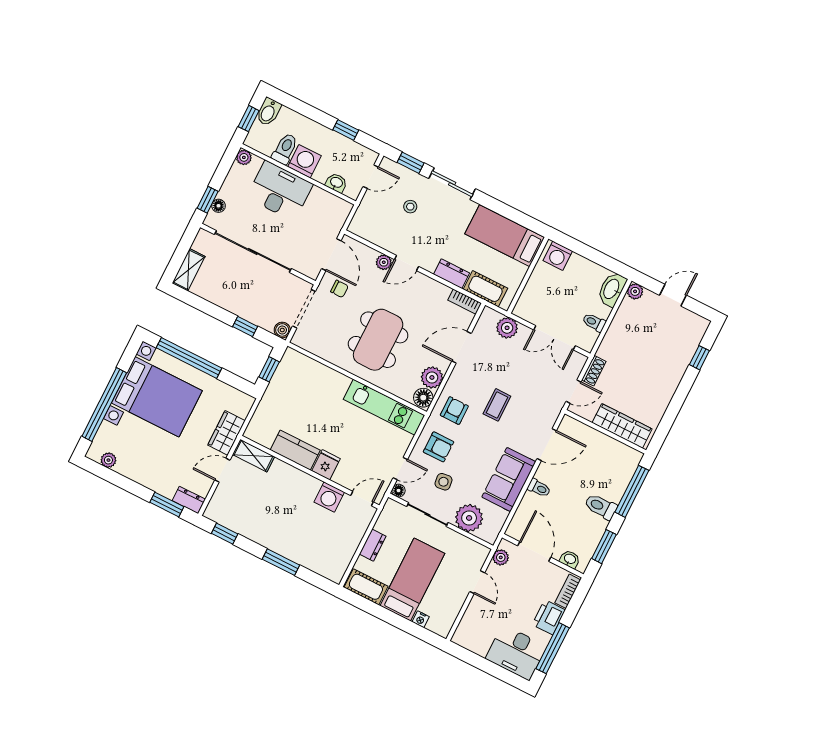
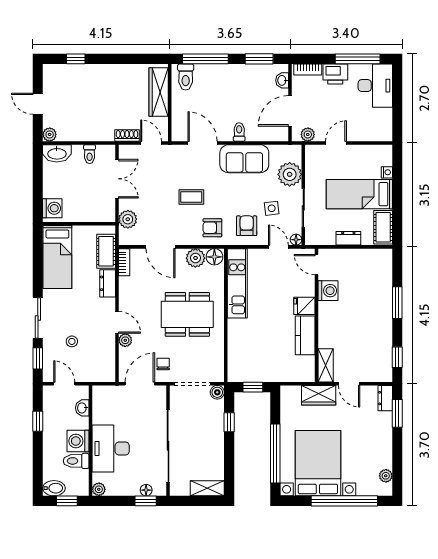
toilet: (601, 507) -> (186, 77), moved

